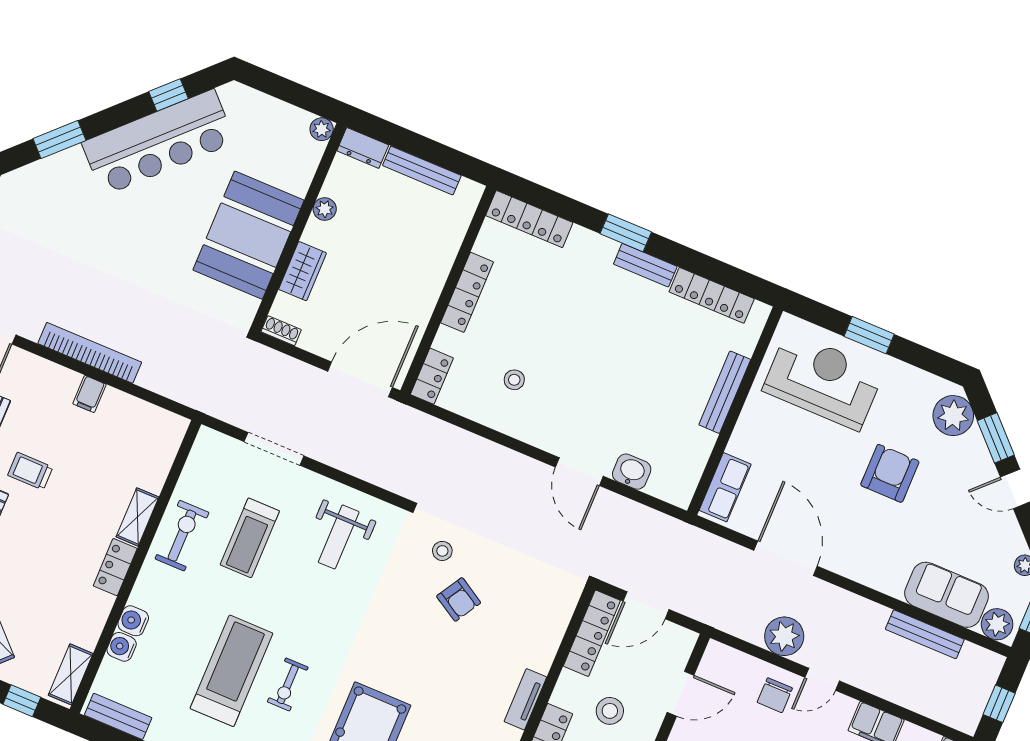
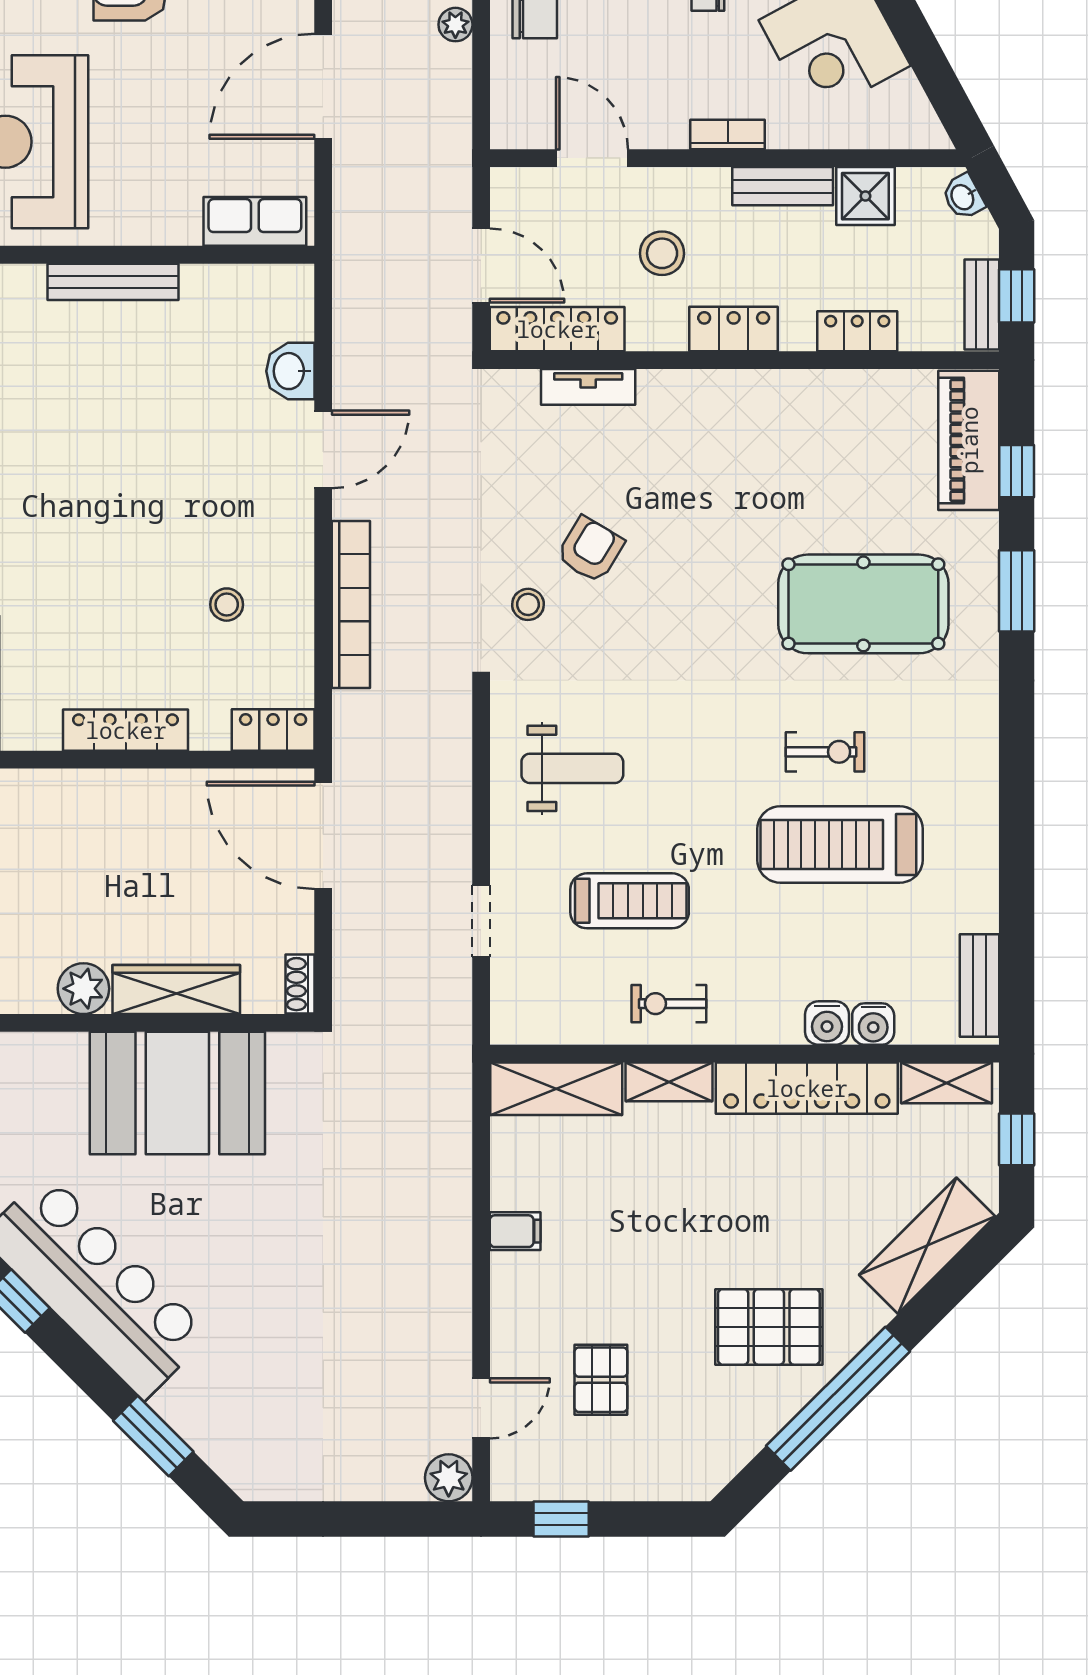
plant: (325, 209) -> (83, 989), width x1.38, depth x1.38
wardrobe: (303, 271) -> (176, 990), width x1.50
bookcase: (90, 353) -> (351, 605), moved, turned 180
doorway: (274, 449) -> (481, 921), width x0.73
shelving: (161, 451) -> (556, 1089), added
trolley: (30, 471) -> (668, 1271), removed
exercise bike: (182, 536) -> (669, 1004), width x0.73, depth x0.72
locker: (115, 567) -> (807, 1088), width x2.16, depth x1.21
plant: (784, 636) -> (455, 25), width x0.53, depth x0.53
tv unit: (525, 699) -> (588, 387), moved

